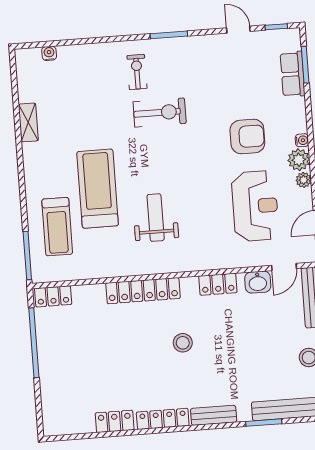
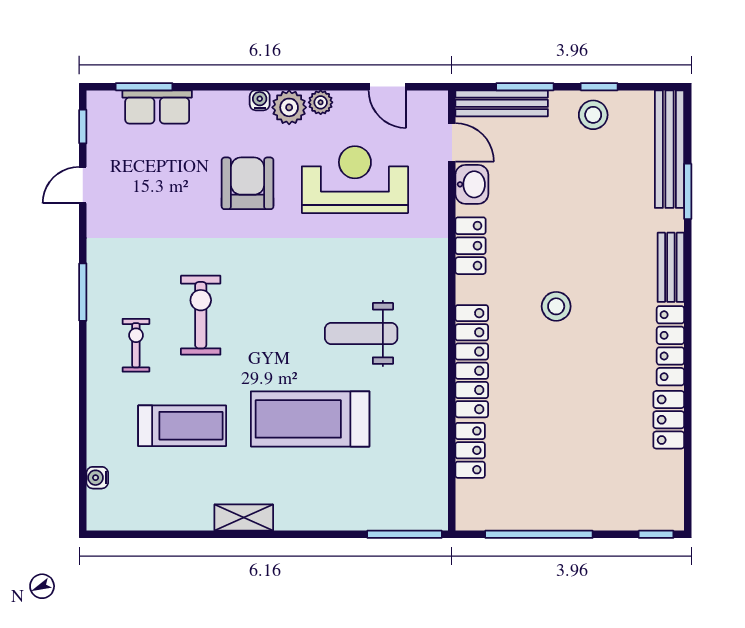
exercise bike: (137, 72) -> (136, 345), turned 90
shelving: (28, 122) -> (244, 518), moved
treadmill: (57, 227) -> (182, 426), moved
locker: (53, 296) -> (470, 450), moved
window: (40, 419) -> (656, 534), added

